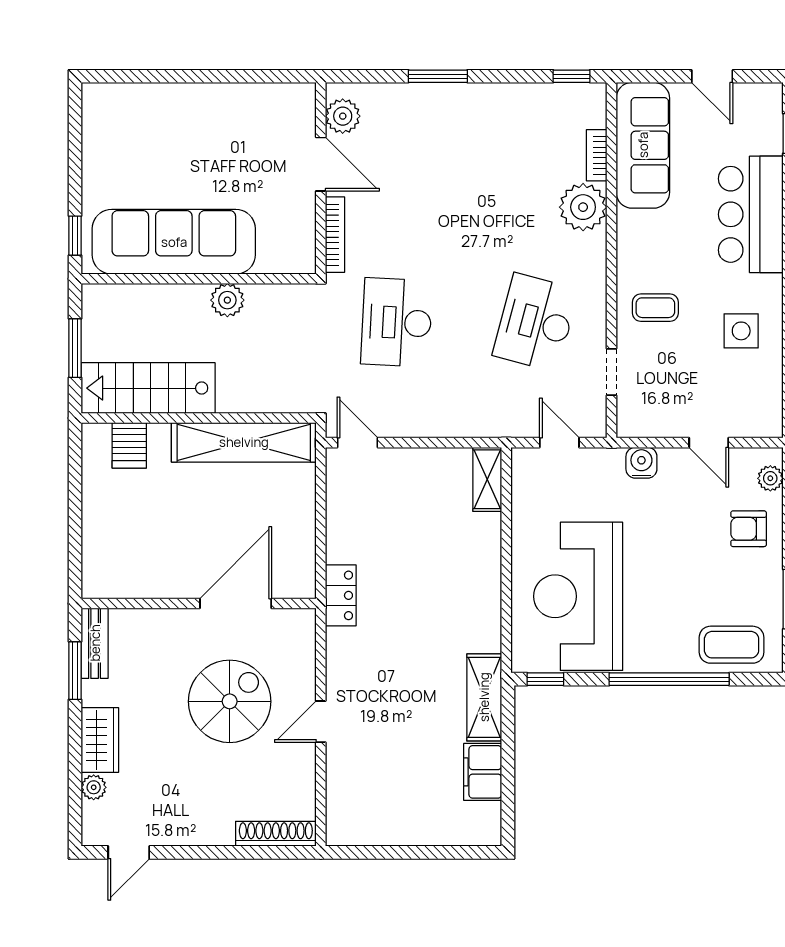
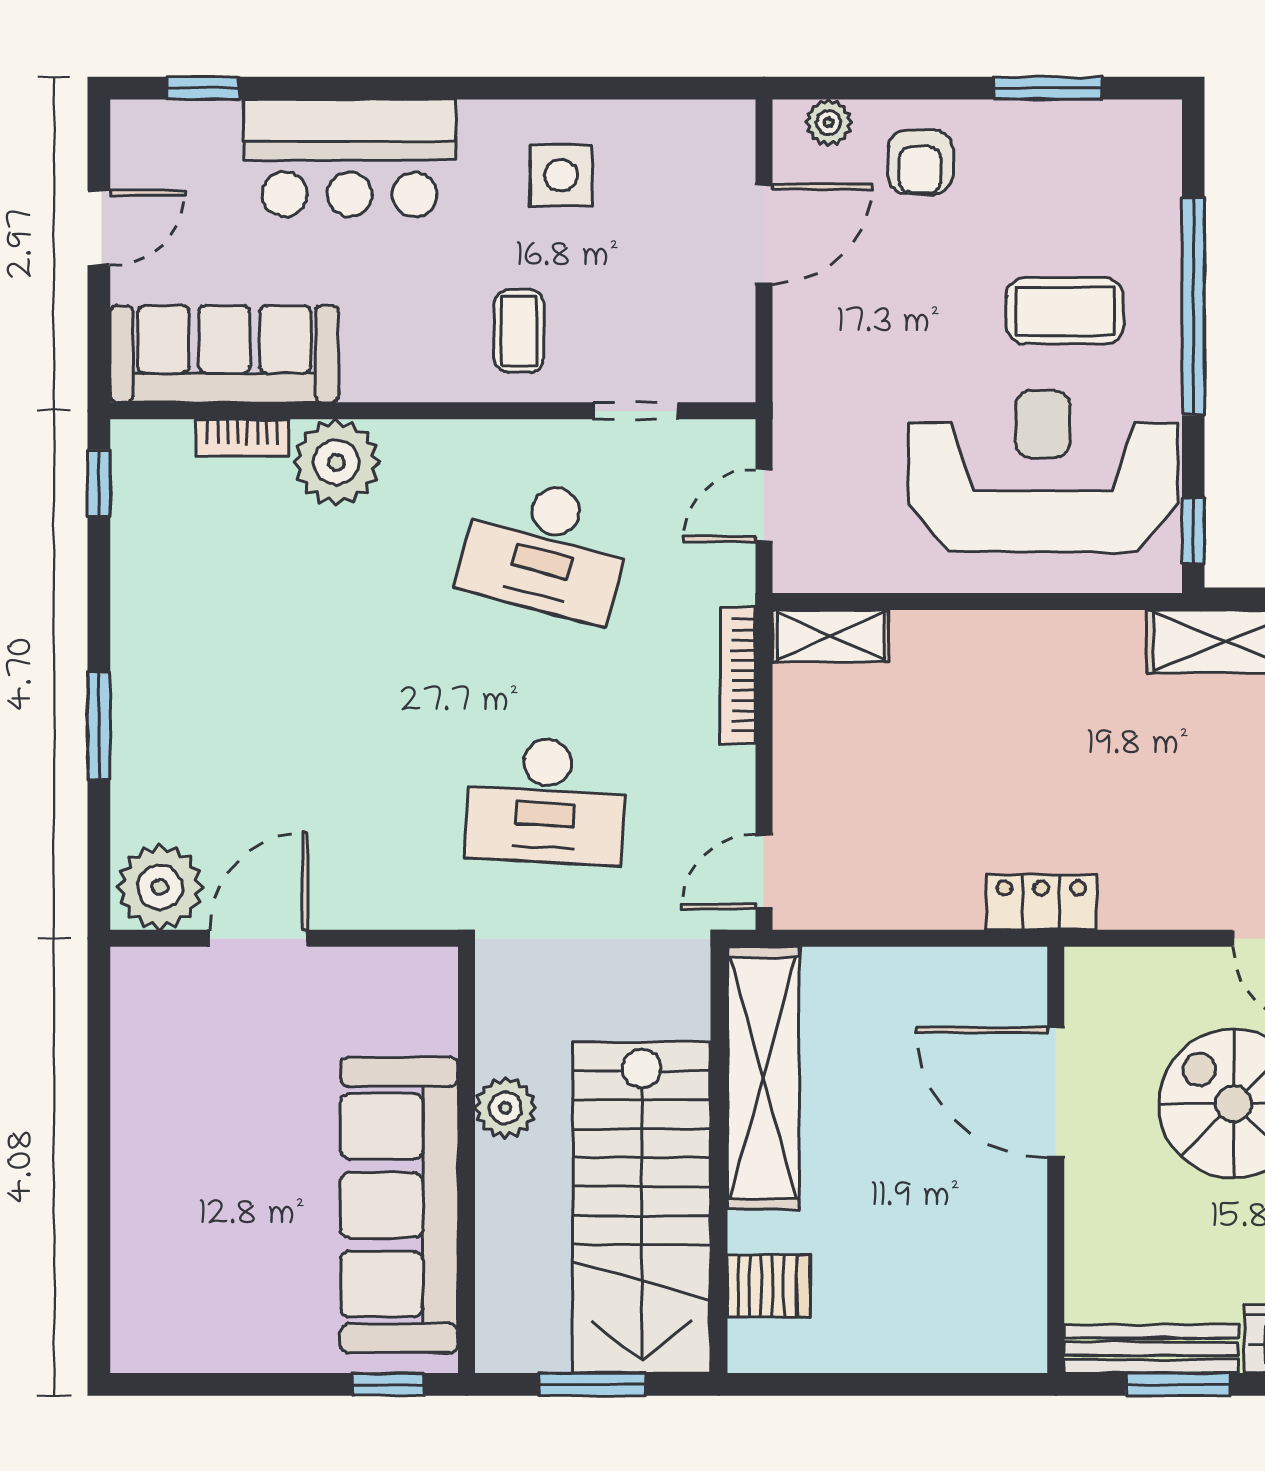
plant: (343, 116) -> (160, 887), width x1.36, depth x1.36
bookcase: (335, 235) -> (738, 675), moved, turned -90
stairs: (148, 388) -> (642, 1208), width x1.36, depth x1.51
door: (709, 443) -> (764, 234), width x1.38
water cooler: (641, 463) -> (800, 356), removed
reception desk: (578, 596) -> (1043, 471), turned 180
bench: (95, 643) -> (1151, 1349), width x1.36
coffee table: (732, 645) -> (1065, 311), moved, turned 90

